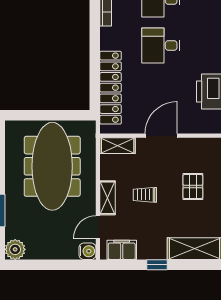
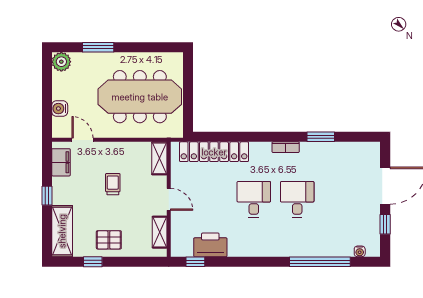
door: (161, 136) -> (169, 199), width x0.73
pallet: (193, 187) -> (109, 240), moved
shelving: (108, 198) -> (160, 232), moved, turned 90
water cooler: (87, 251) -> (60, 109), moved, turned 90

